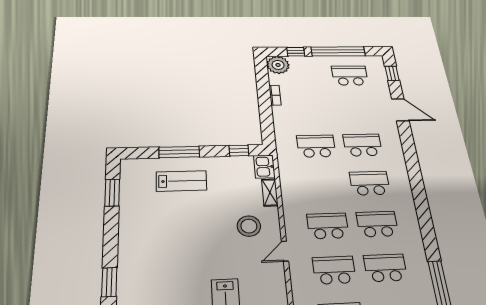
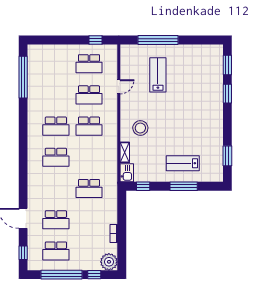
school desk: (363, 145) -> (56, 220), moved
door: (285, 251) -> (119, 87), moved
school desk: (385, 268) -> (56, 95), removed

